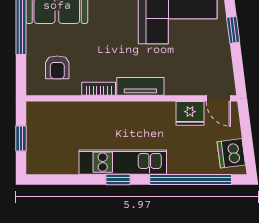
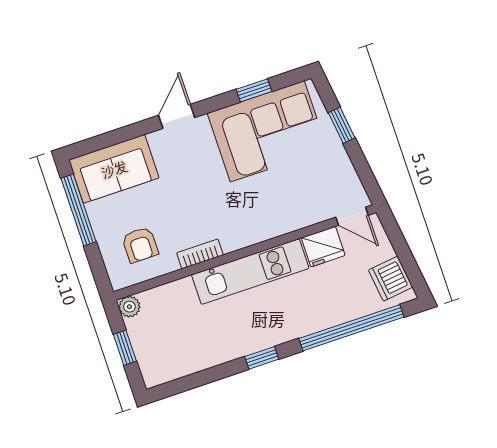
tv unit: (140, 86) -> (251, 234), removed
plant: (34, 110) -> (129, 307), added
kitchen unit: (123, 162) -> (250, 271), moved, turned 180

